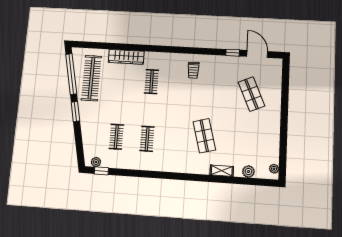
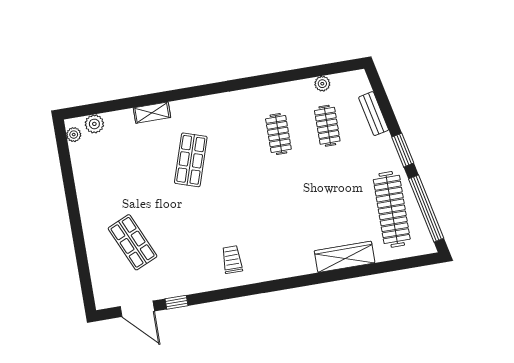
clothes rail: (151, 82) -> (294, 226), removed
shop shelf: (204, 136) -> (191, 160), turned 33
bench: (87, 137) -> (374, 114), added
plant: (96, 162) -> (322, 84), moved
window: (101, 171) -> (337, 68), removed
plant: (248, 172) -> (94, 124), moved

